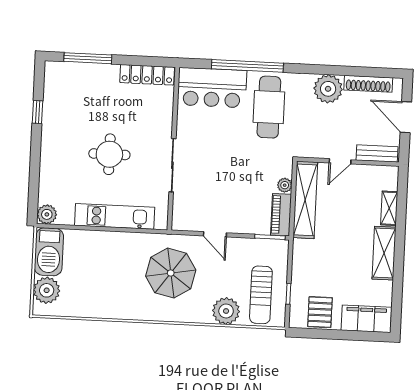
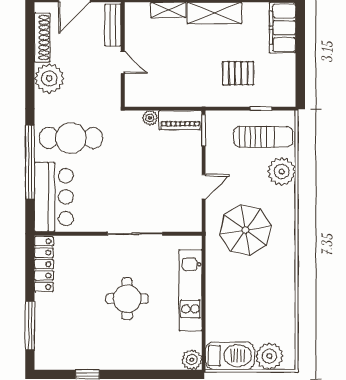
shelving: (305, 200) -> (164, 96), removed
pallet: (320, 312) -> (238, 73), moved

